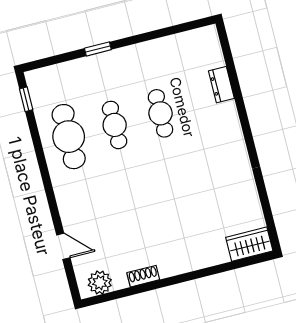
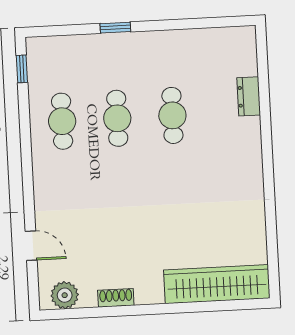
cafe table: (69, 137) -> (62, 121), width x0.73, depth x0.74
wardrobe: (249, 244) -> (217, 284), width x2.10, depth x1.17

